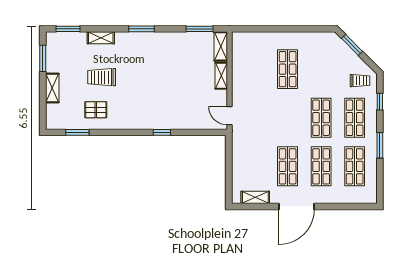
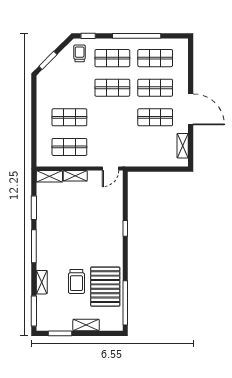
window: (68, 29) -> (34, 311), width x1.44
window: (141, 29) -> (34, 246), width x1.44
window: (199, 29) -> (34, 208), moved
shop shelf: (254, 69) -> (69, 147), added
window: (380, 102) -> (88, 36), moved
pallet: (96, 110) -> (105, 287), width x2.05, depth x2.00
window: (77, 132) -> (125, 303), width x2.11
window: (380, 145) -> (137, 36), width x2.11

